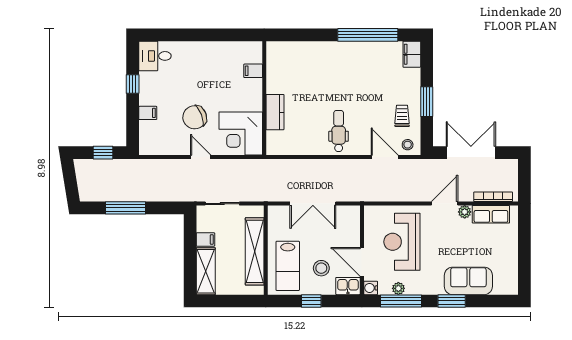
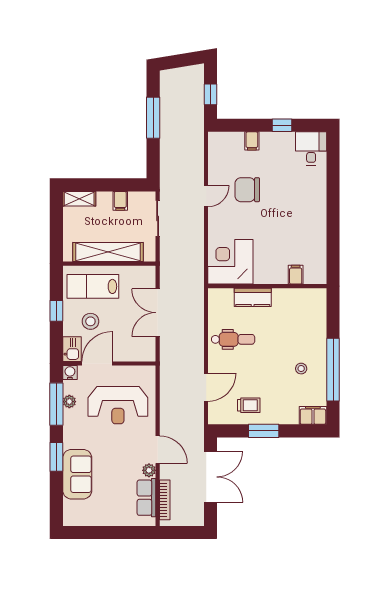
filing cabinet: (253, 71) -> (296, 275), moved
wall: (264, 98) -> (267, 286), moved
kitchen counter: (275, 112) -> (253, 297), moved
chair: (195, 117) -> (247, 190), turned -69
corner desk: (241, 134) -> (230, 262), moved
stool: (408, 145) -> (301, 369), moved
reception desk: (402, 242) -> (118, 405), turned 180
shelving: (206, 271) -> (79, 199), width x0.67, depth x0.75

